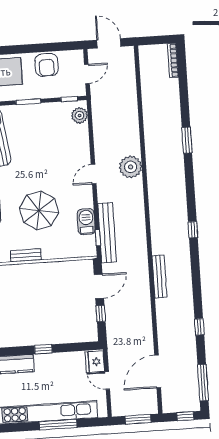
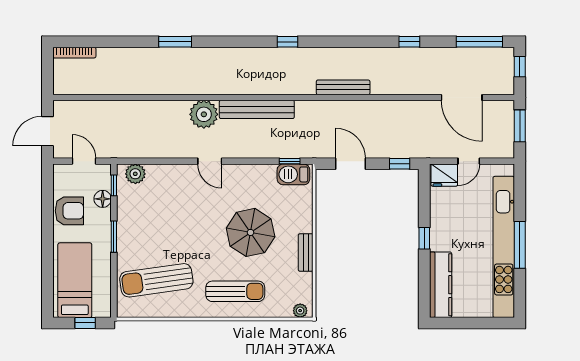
floor lamp: (58, 91) -> (103, 199), added
barbecue: (86, 222) -> (293, 174), moved
bench: (107, 233) -> (257, 109), moved
window: (101, 314) -> (400, 164), moved
window: (58, 425) -> (520, 245), moved

